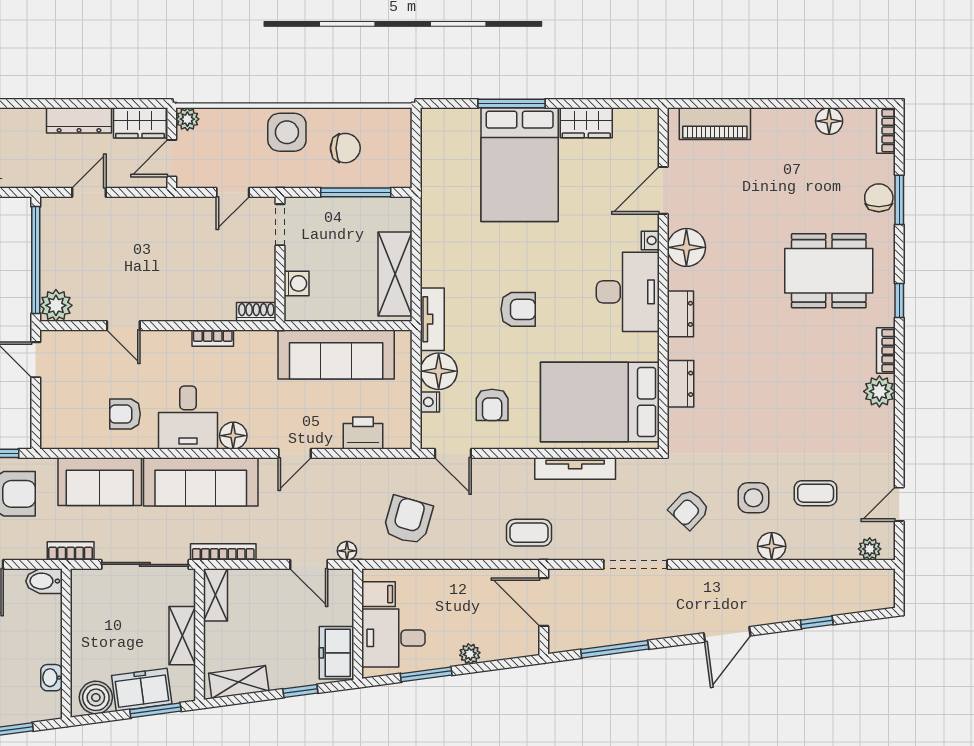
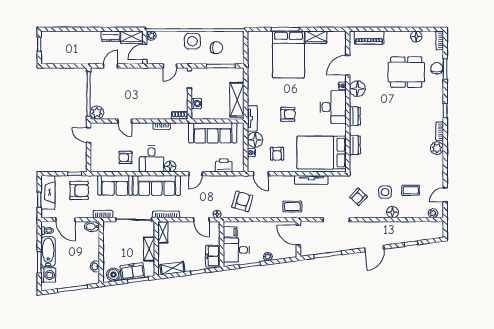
dresser: (79, 120) -> (111, 36), width x0.70
dining table: (829, 271) -> (406, 72), moved

